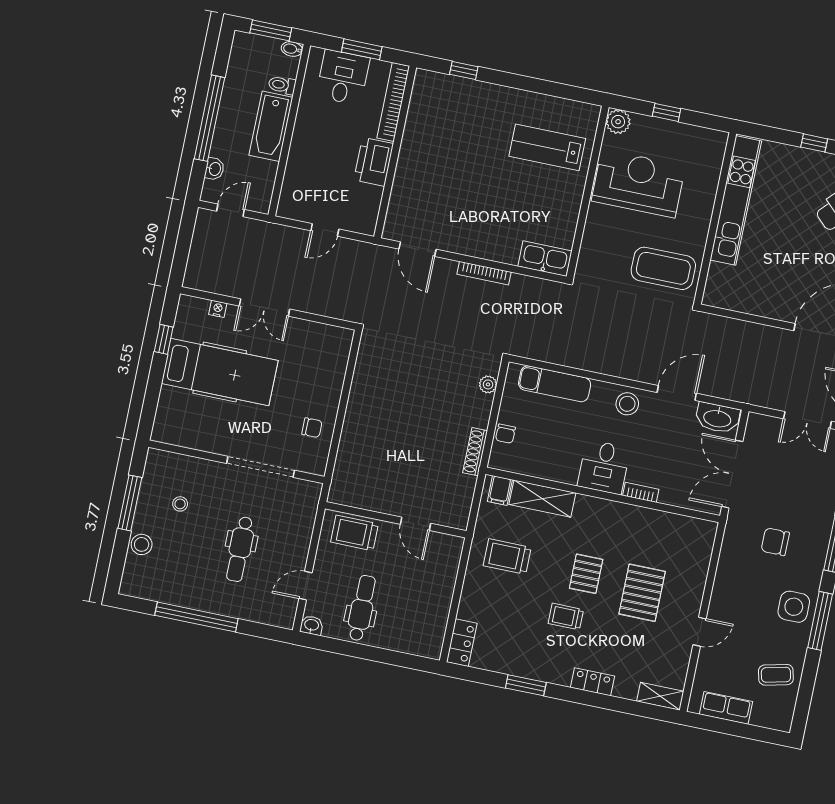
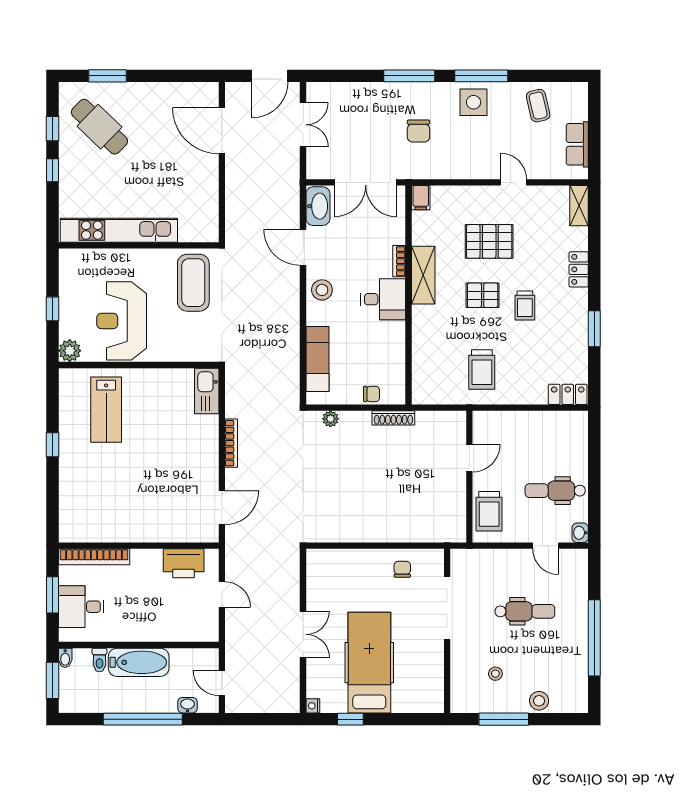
window: (464, 70) -> (52, 445), moved
printer: (374, 162) -> (184, 563), moved
nightstand: (218, 309) -> (313, 706), moved
filing cabinet: (500, 491) -> (421, 198), moved, turned 90
shelving: (542, 499) -> (423, 275), moved

